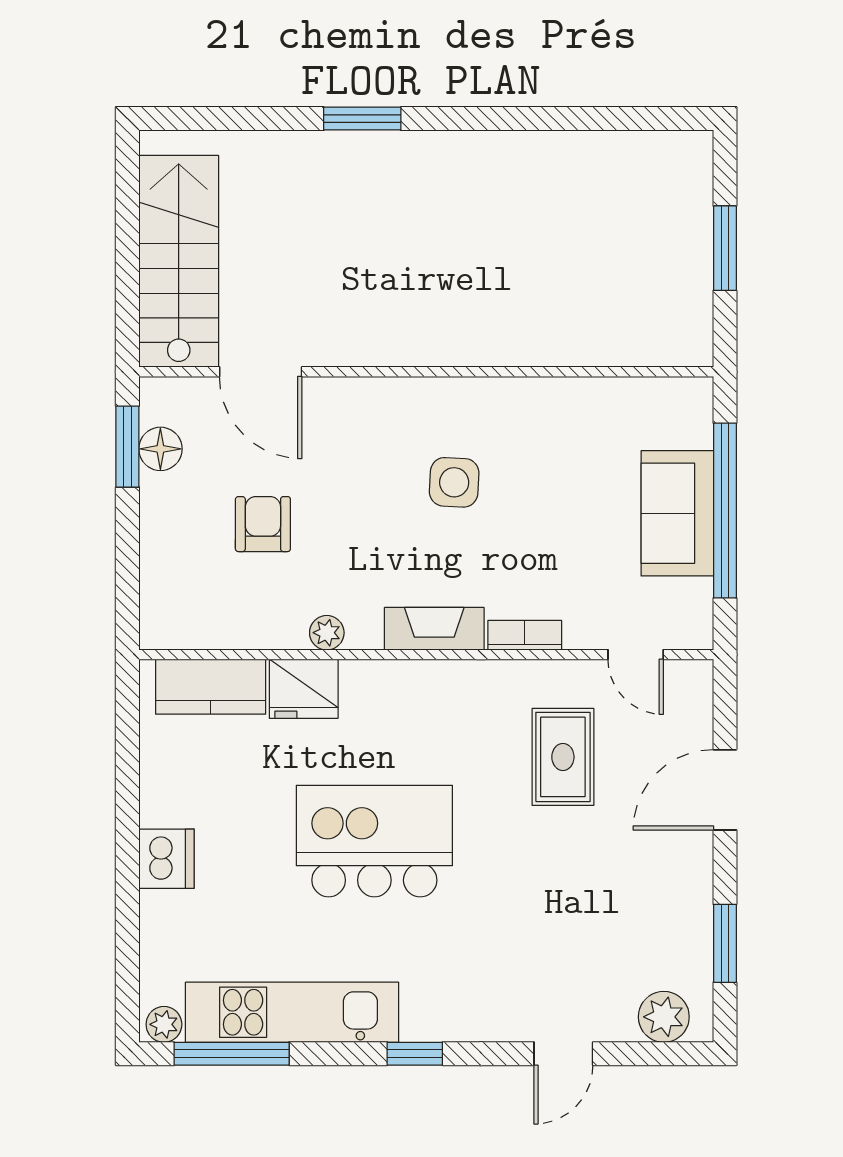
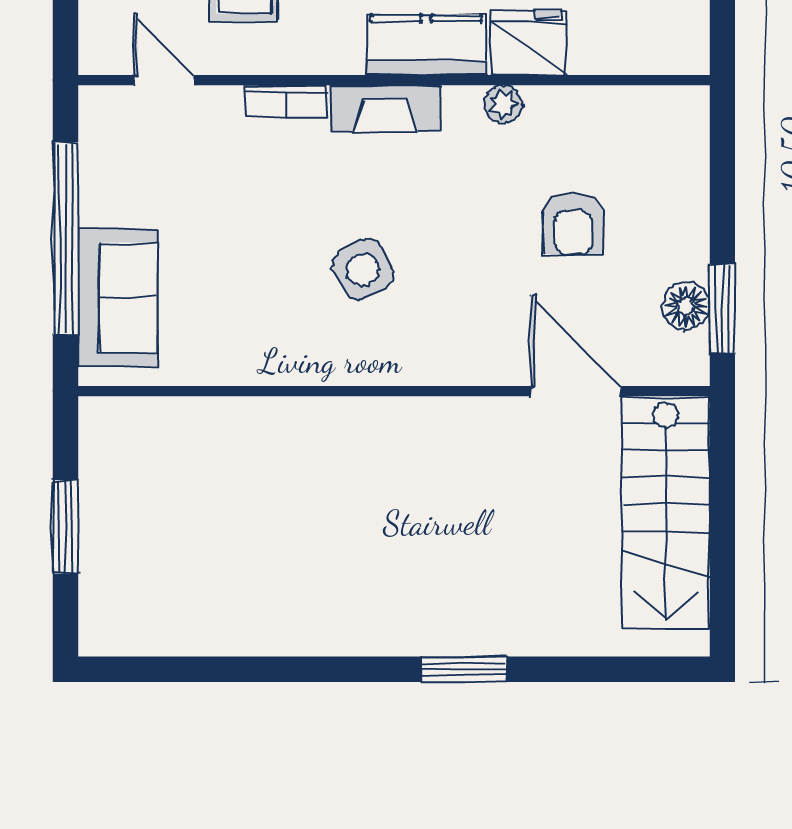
side table: (454, 482) -> (363, 270), turned -32
sofa: (677, 513) -> (118, 298), moved
kitchen counter: (211, 687) -> (426, 45), moved

